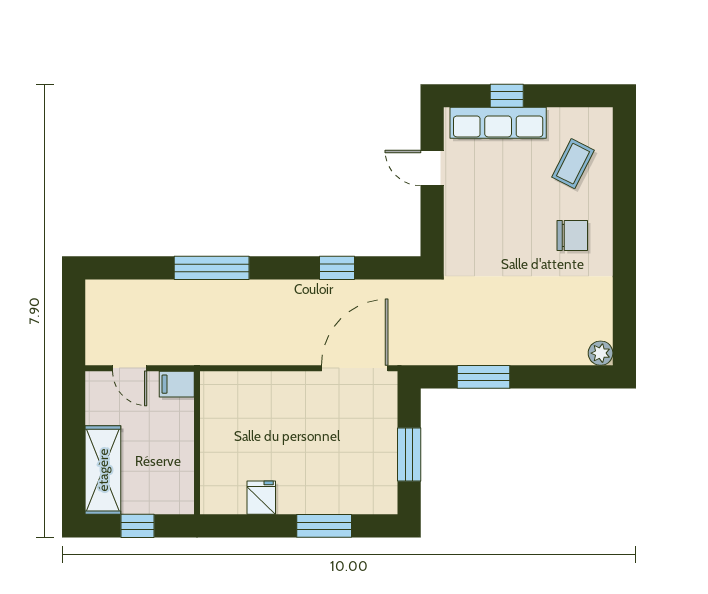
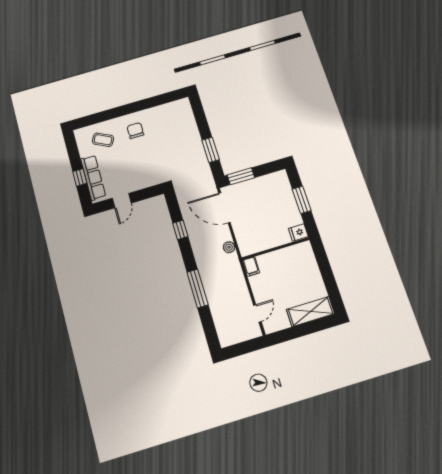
plant: (601, 353) -> (229, 247), moved
filing cabinet: (177, 384) -> (251, 267), moved
wall: (197, 443) -> (276, 249), moved
window: (409, 455) -> (241, 176), moved
window: (137, 526) -> (331, 287), removed

